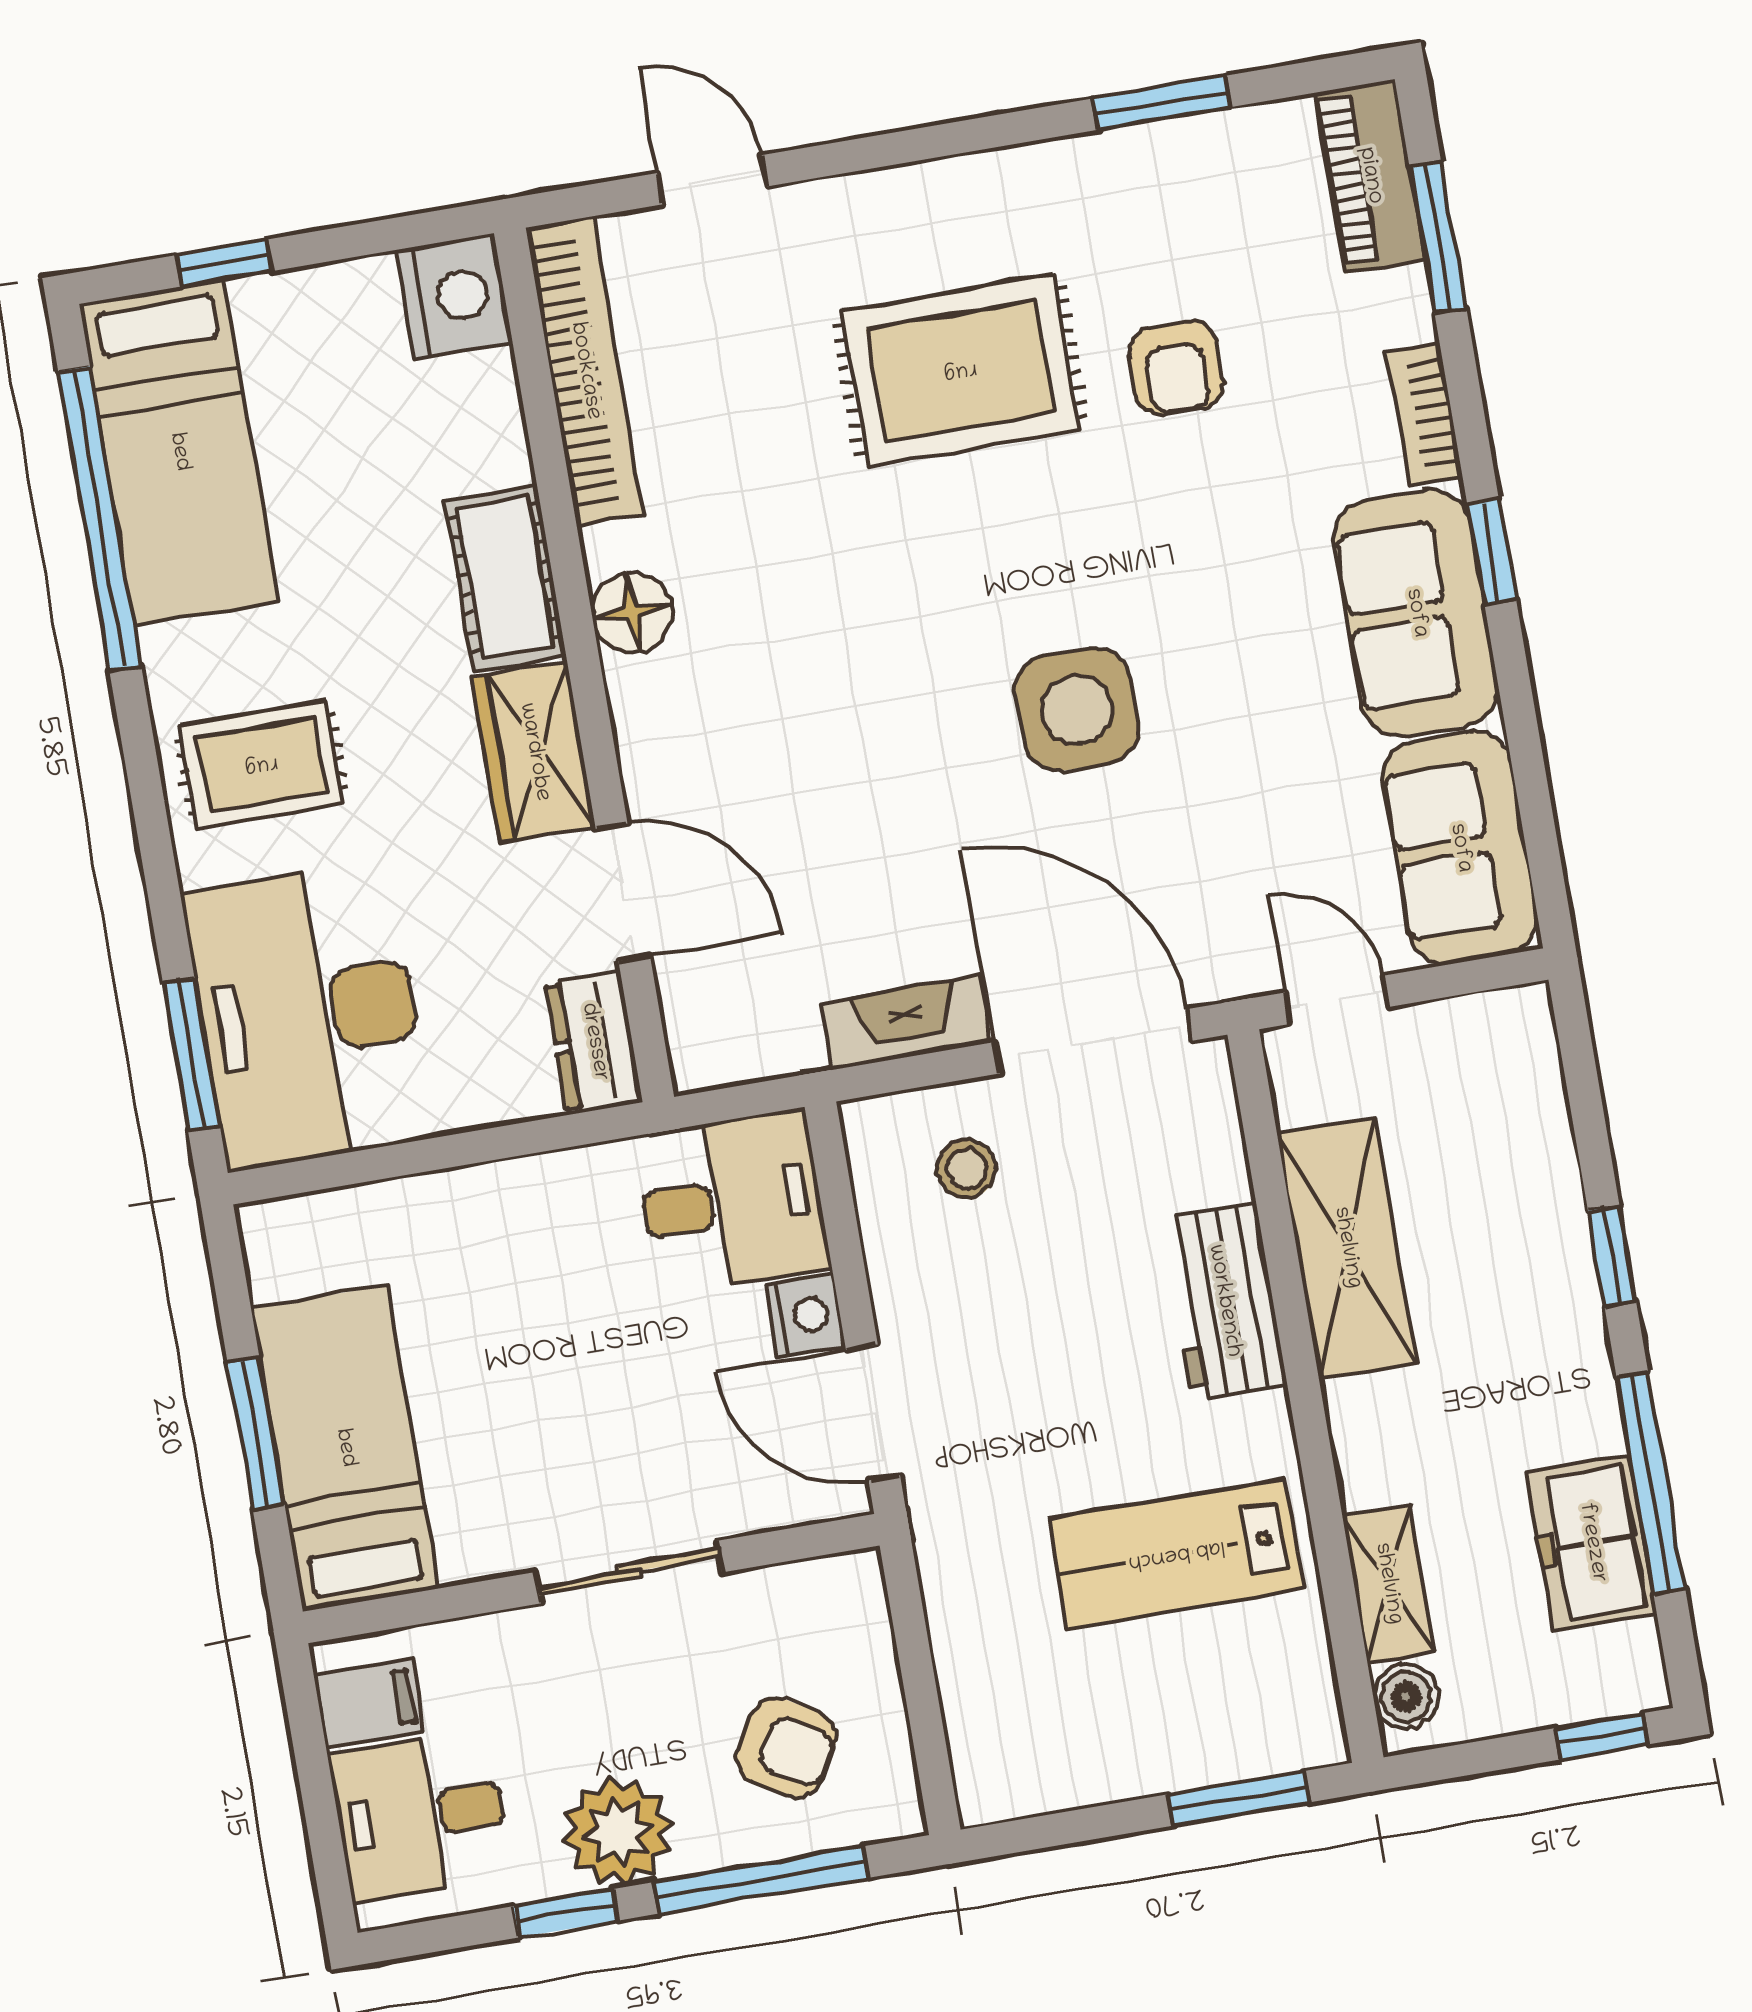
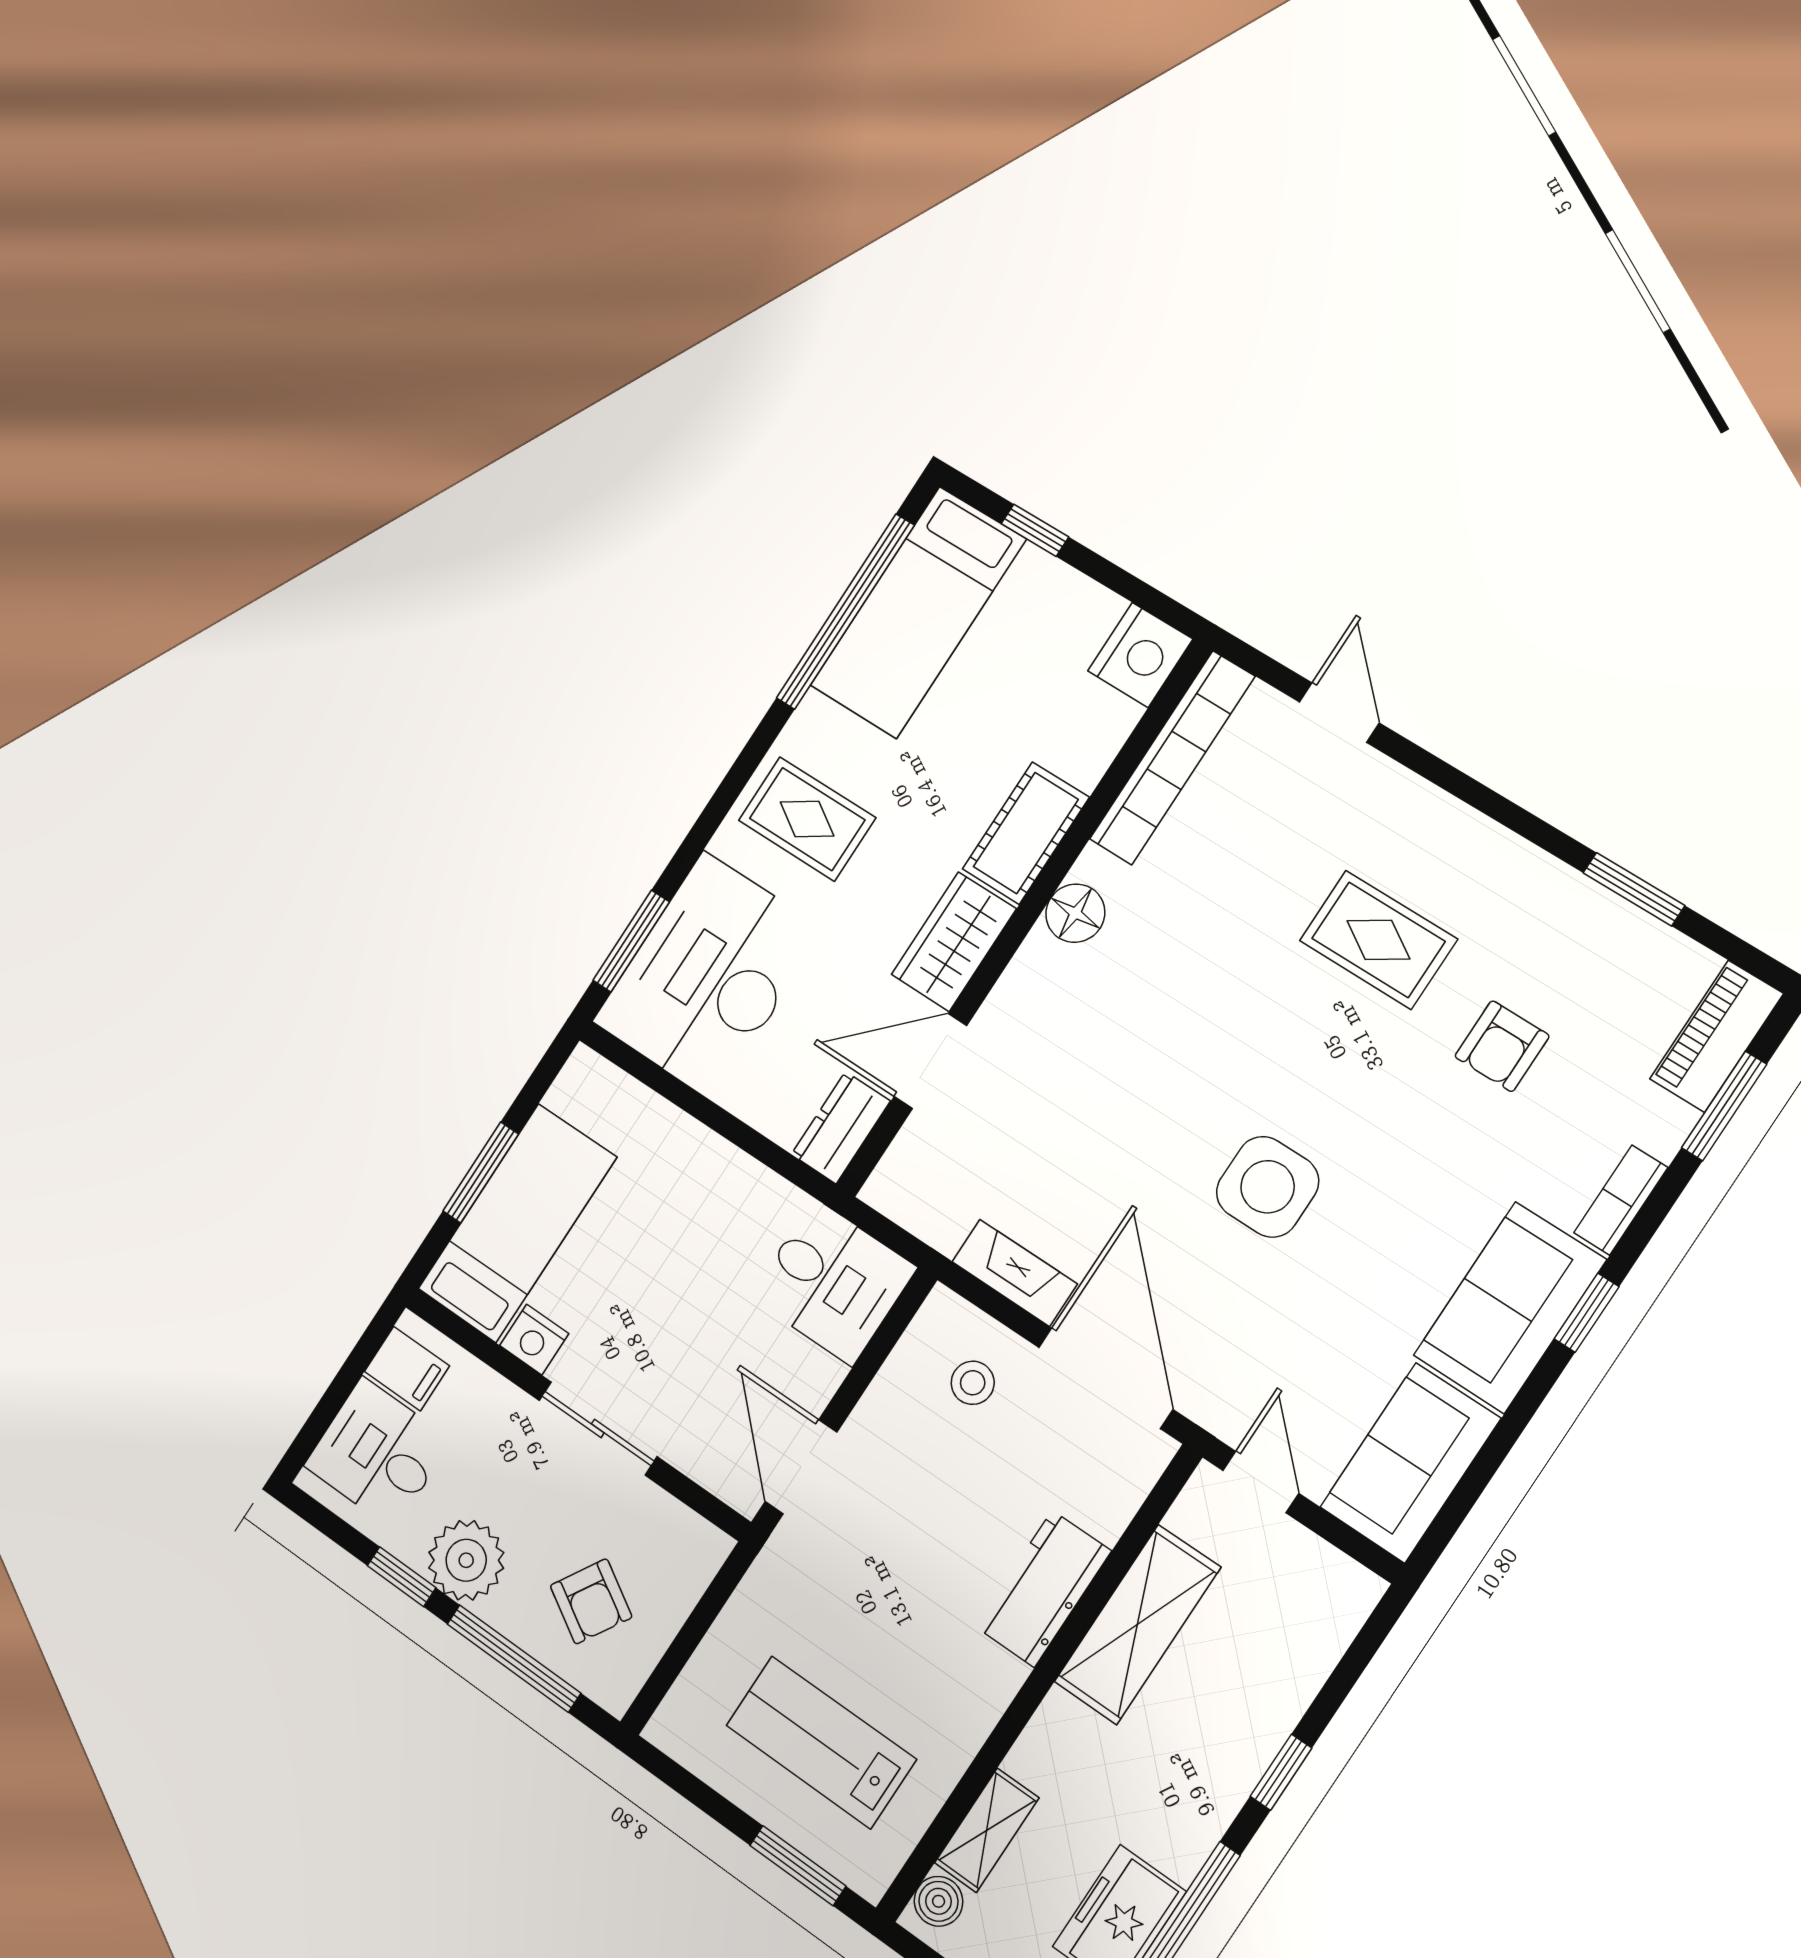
rug: (960, 371) -> (1378, 940), width x0.73, depth x0.70
door: (623, 892) -> (930, 1061), swing flipped
nightstand: (806, 1316) -> (534, 1340), moved, turned 90
lab bench: (1176, 1554) -> (821, 1742), moved

